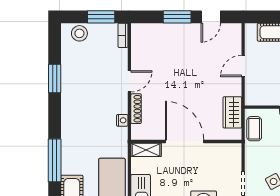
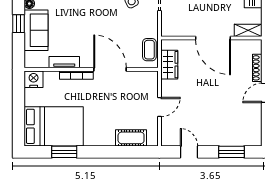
window: (177, 17) -> (232, 152), moved
door: (211, 17) -> (189, 152), hinge flipped

